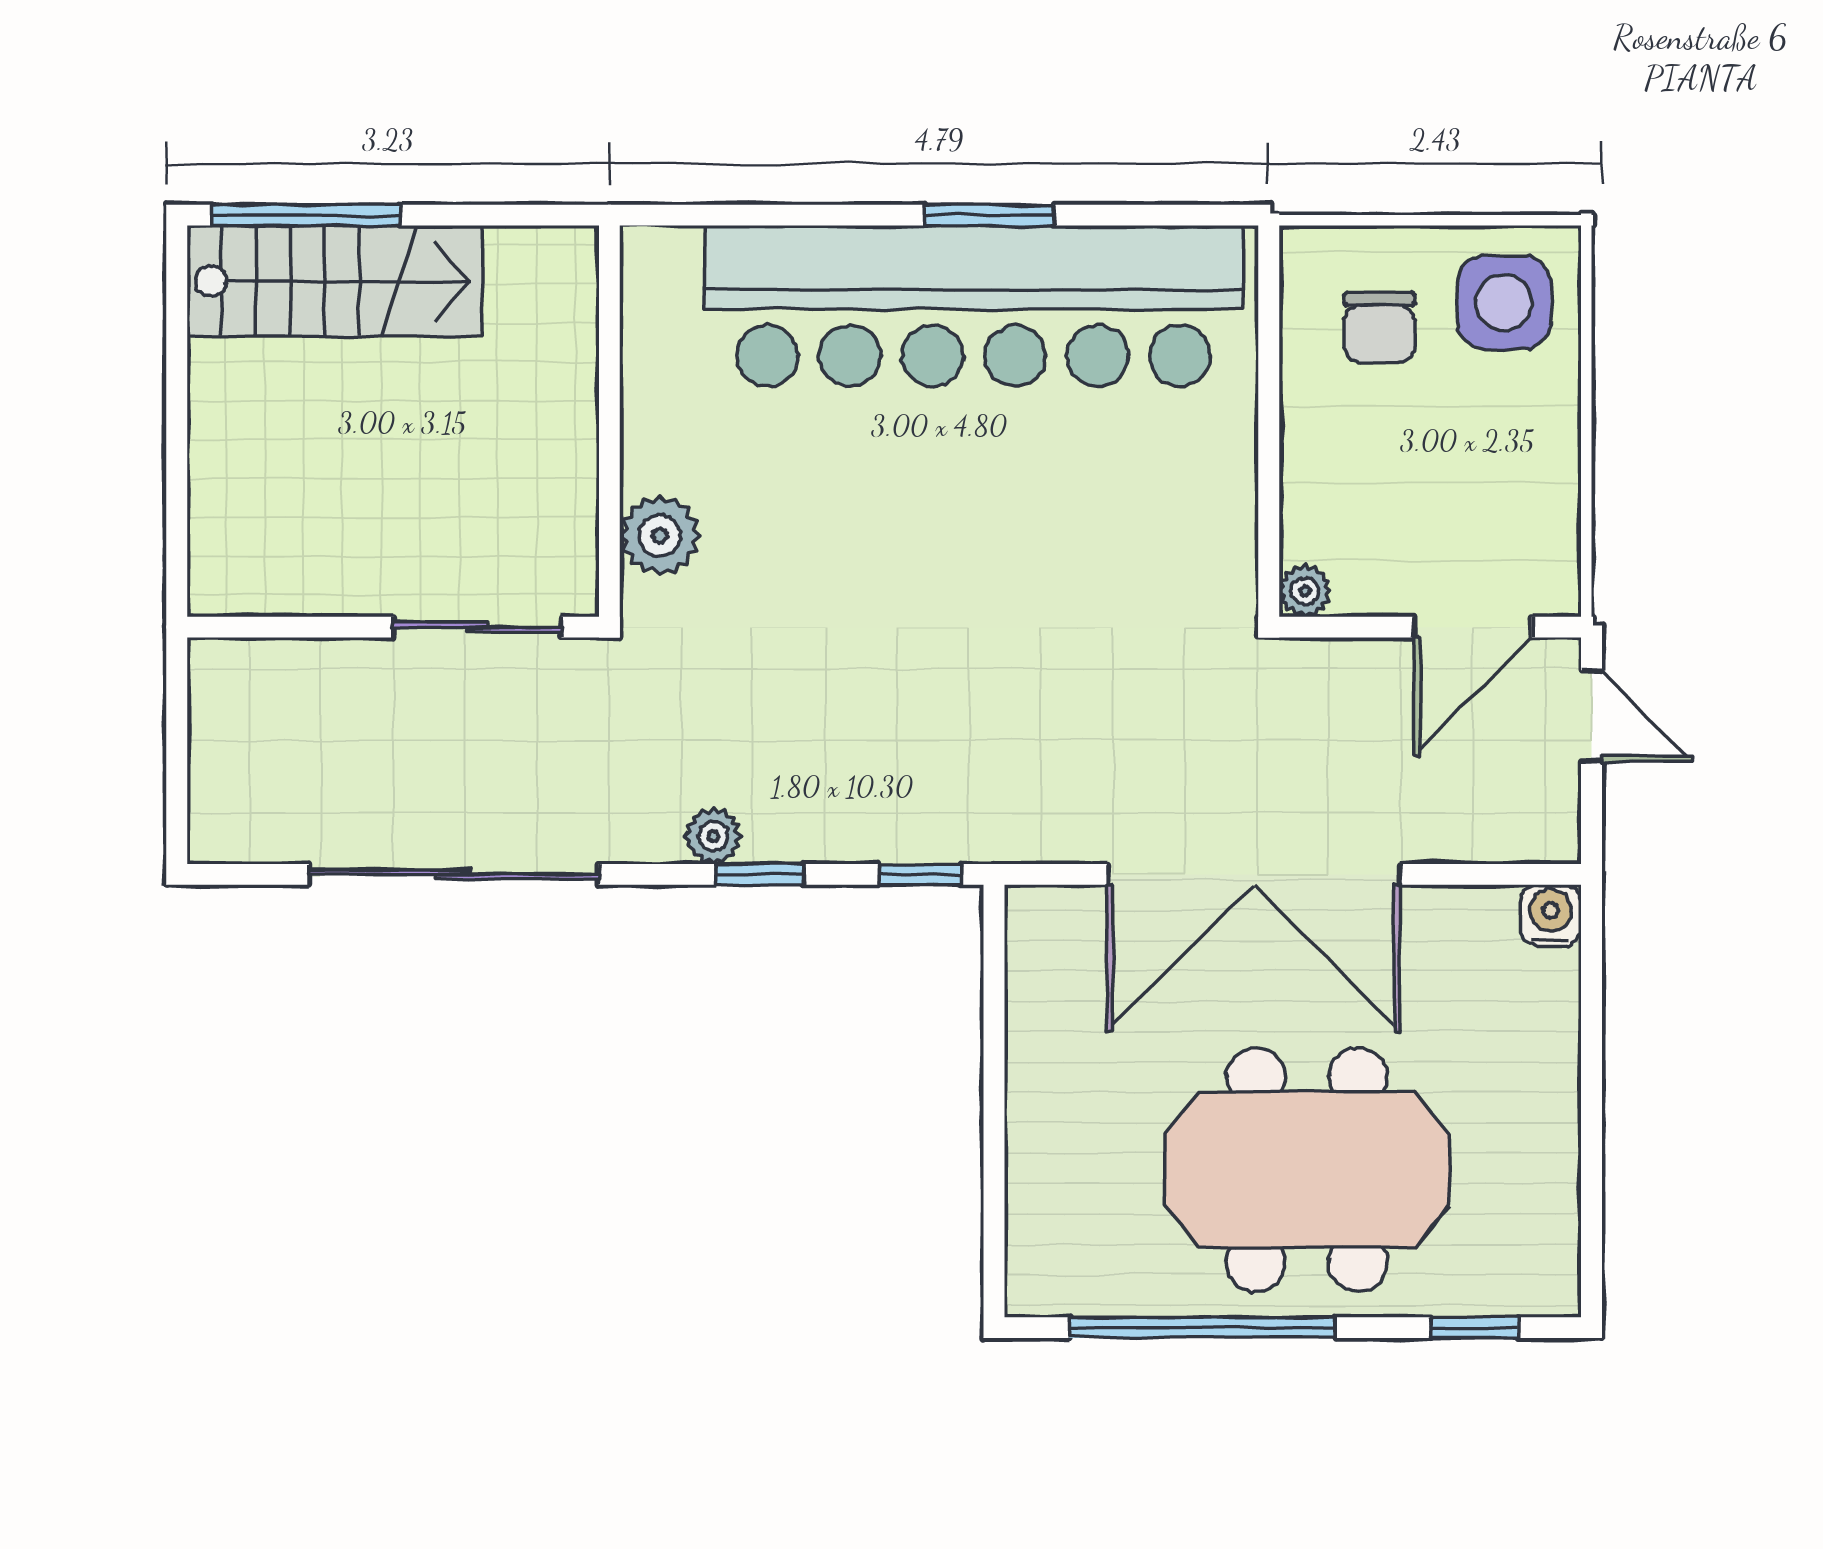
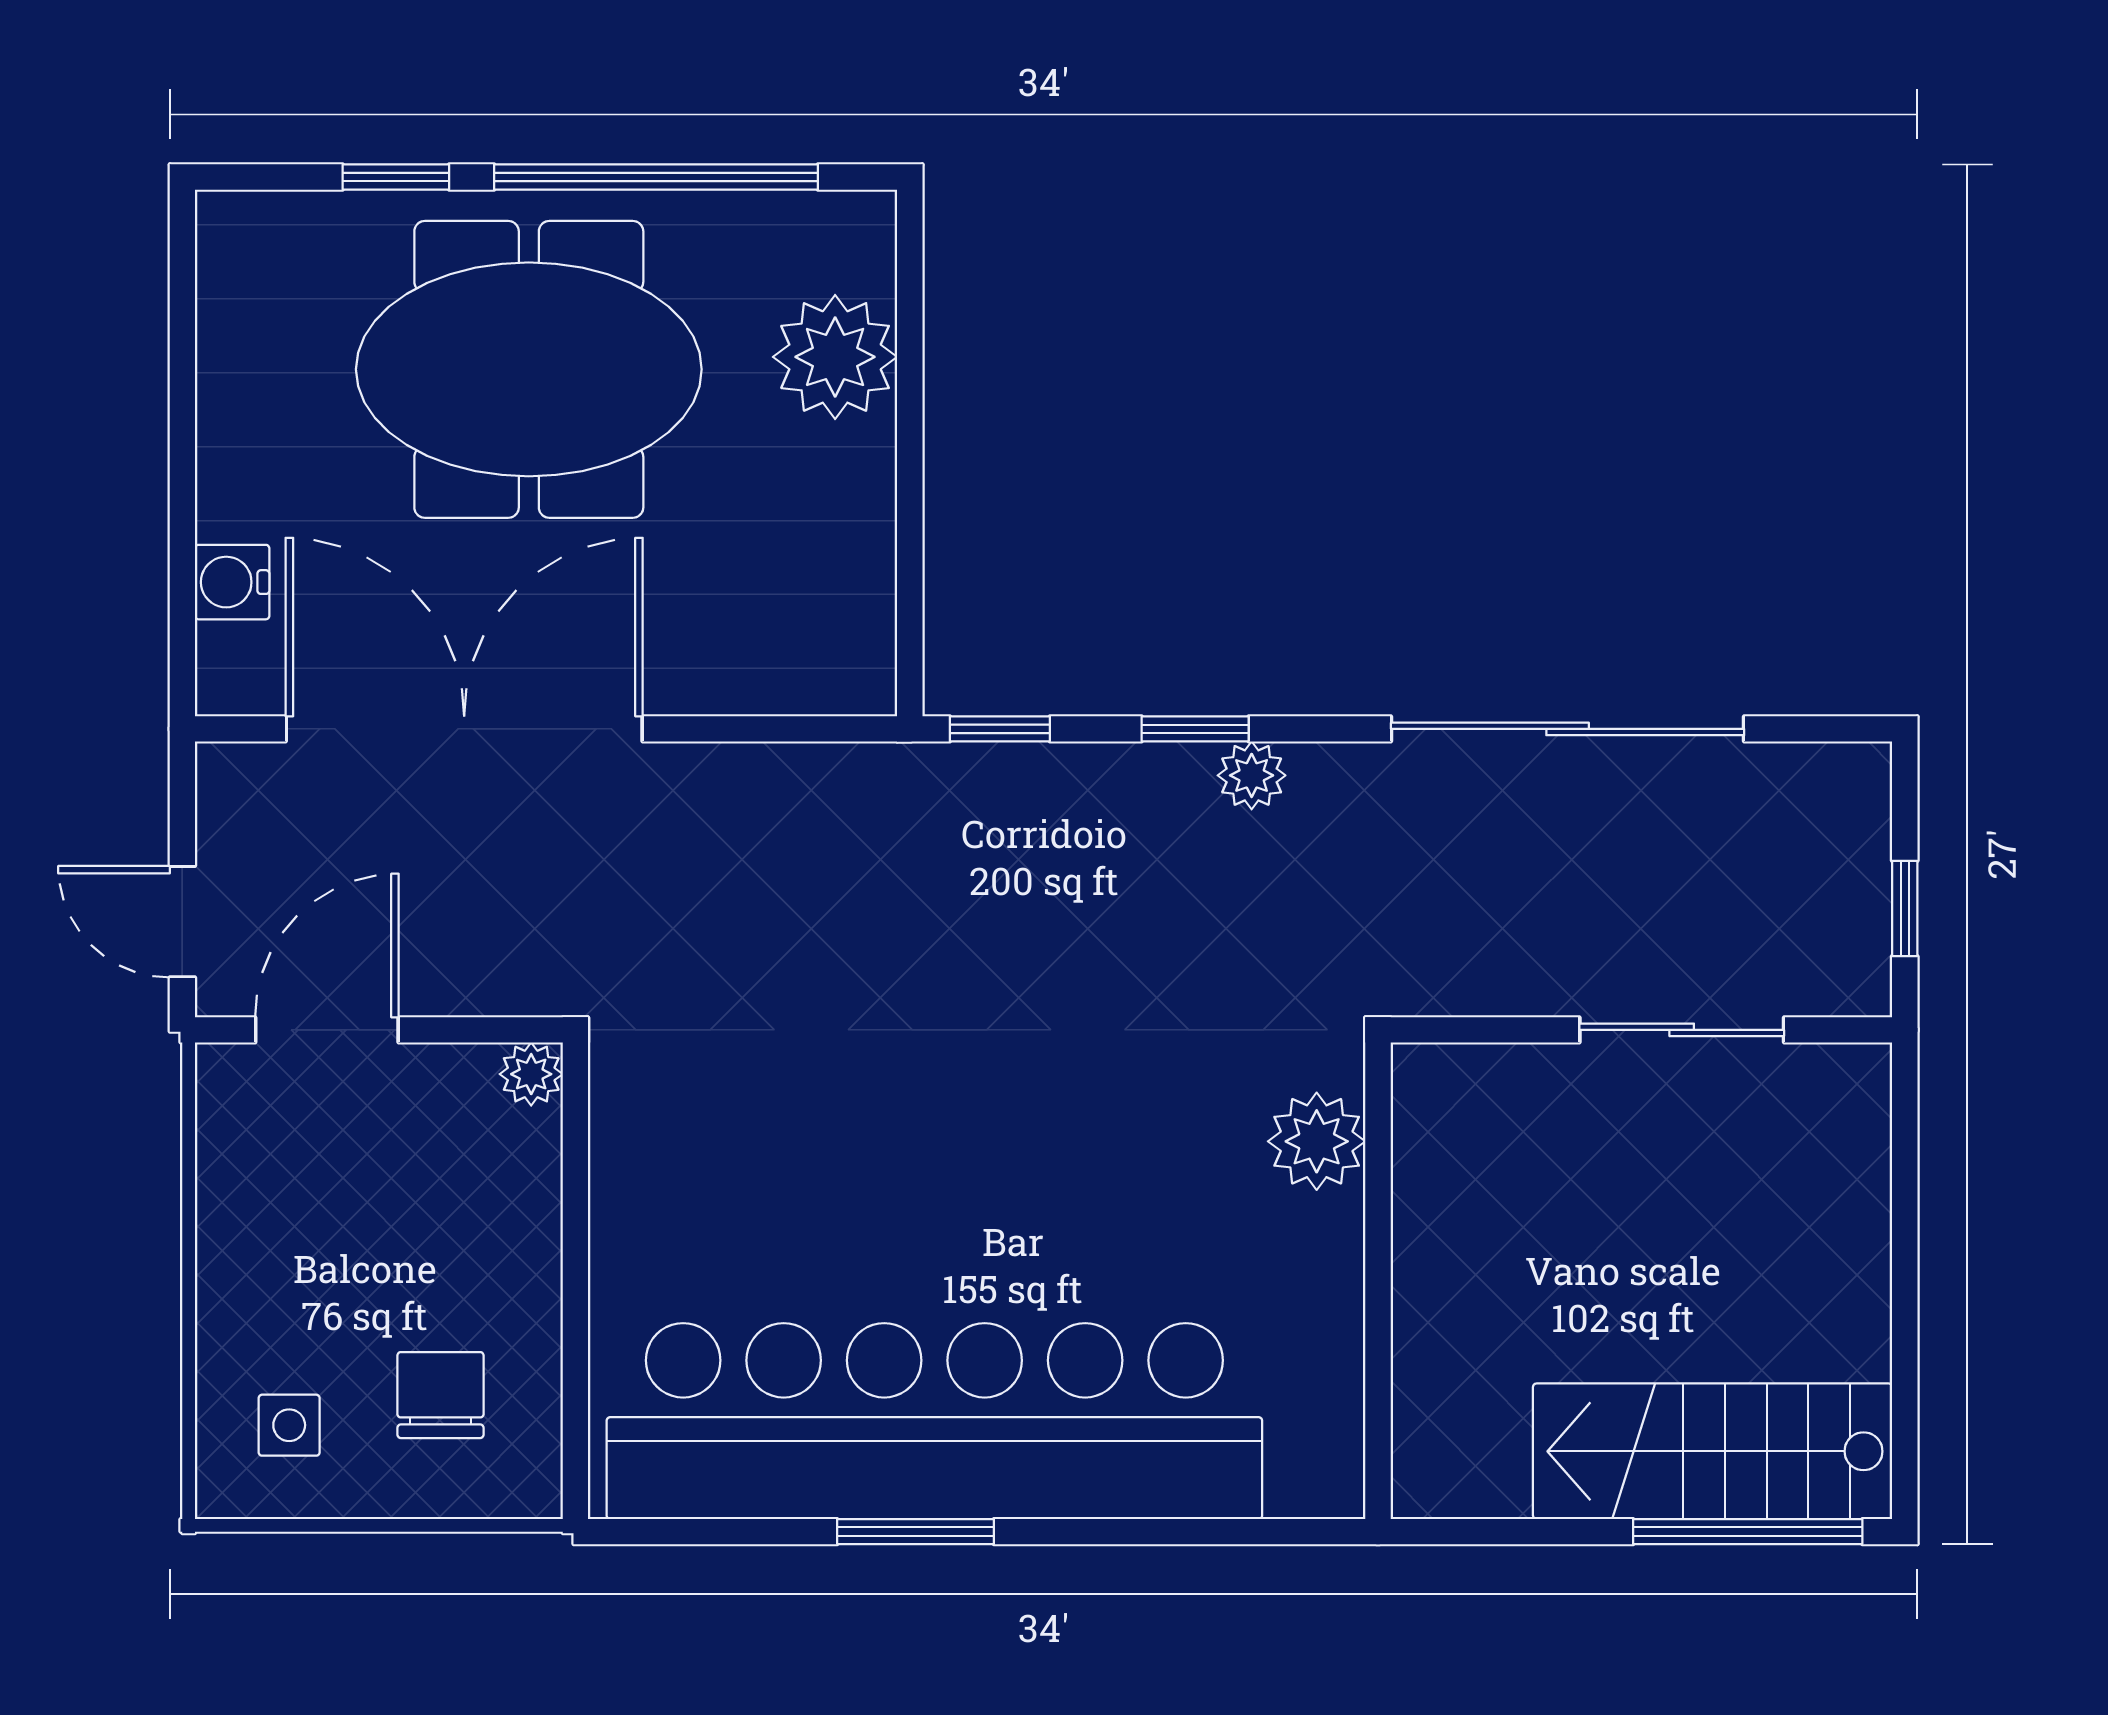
side table: (1504, 302) -> (289, 1425), width x0.54, depth x0.54
sliding door: (478, 627) -> (1682, 1030), moved
window: (177, 727) -> (1905, 908), added
double door: (1253, 874) -> (464, 729), moved
water cooler: (1551, 915) -> (232, 582), moved, turned 90
plant: (1055, 1180) -> (835, 357), added
window: (1474, 1328) -> (396, 177), moved

